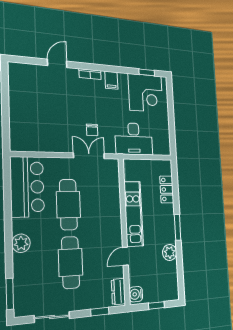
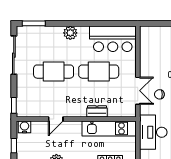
kitchen unit: (134, 214) -> (109, 128), moved
door: (125, 256) -> (56, 119), swing flipped
dresser: (118, 292) -> (97, 111), moved
window: (100, 312) -> (14, 105), moved
sliding door: (52, 317) -> (14, 55), width x1.37

